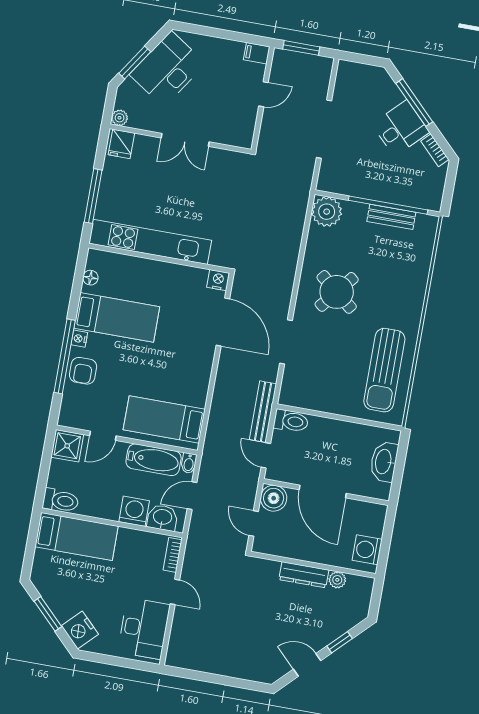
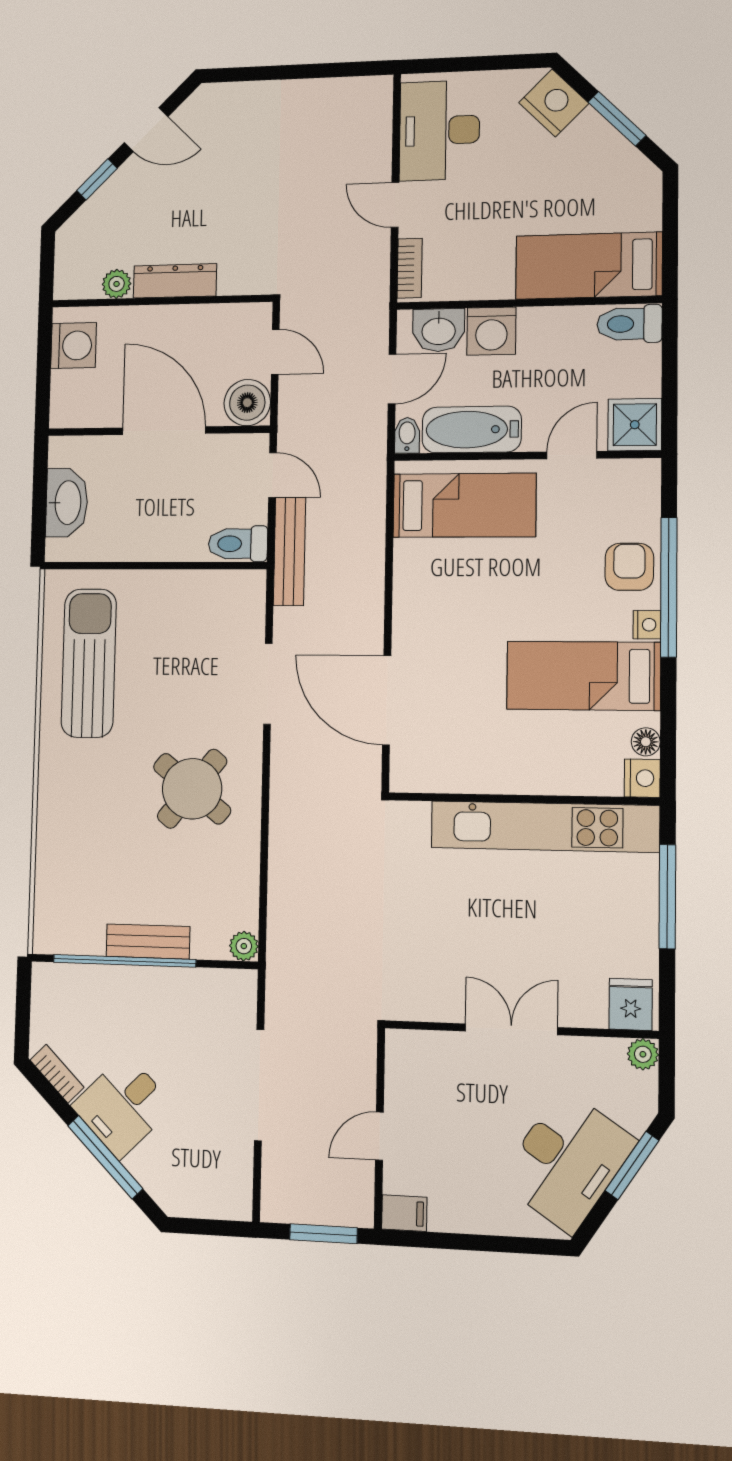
plant: (327, 212) -> (244, 946), width x0.53, depth x0.53
bench: (391, 217) -> (148, 941), moved
nightstand: (218, 280) -> (642, 778), moved, turned -90

